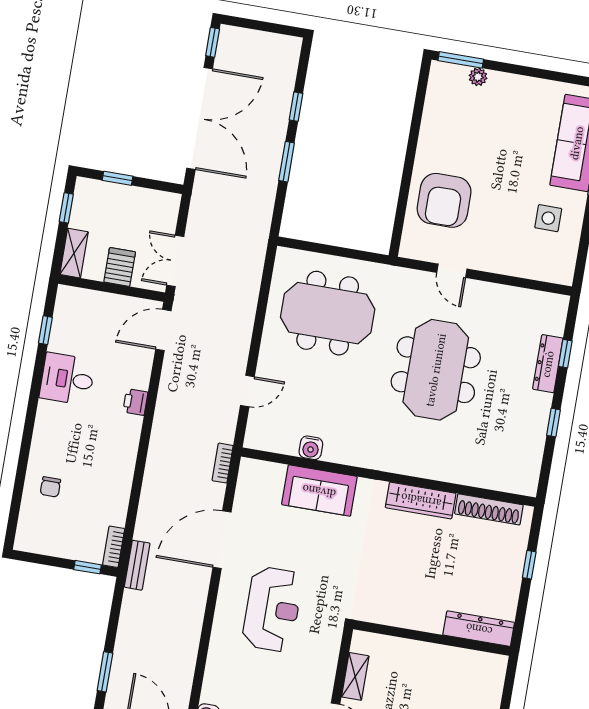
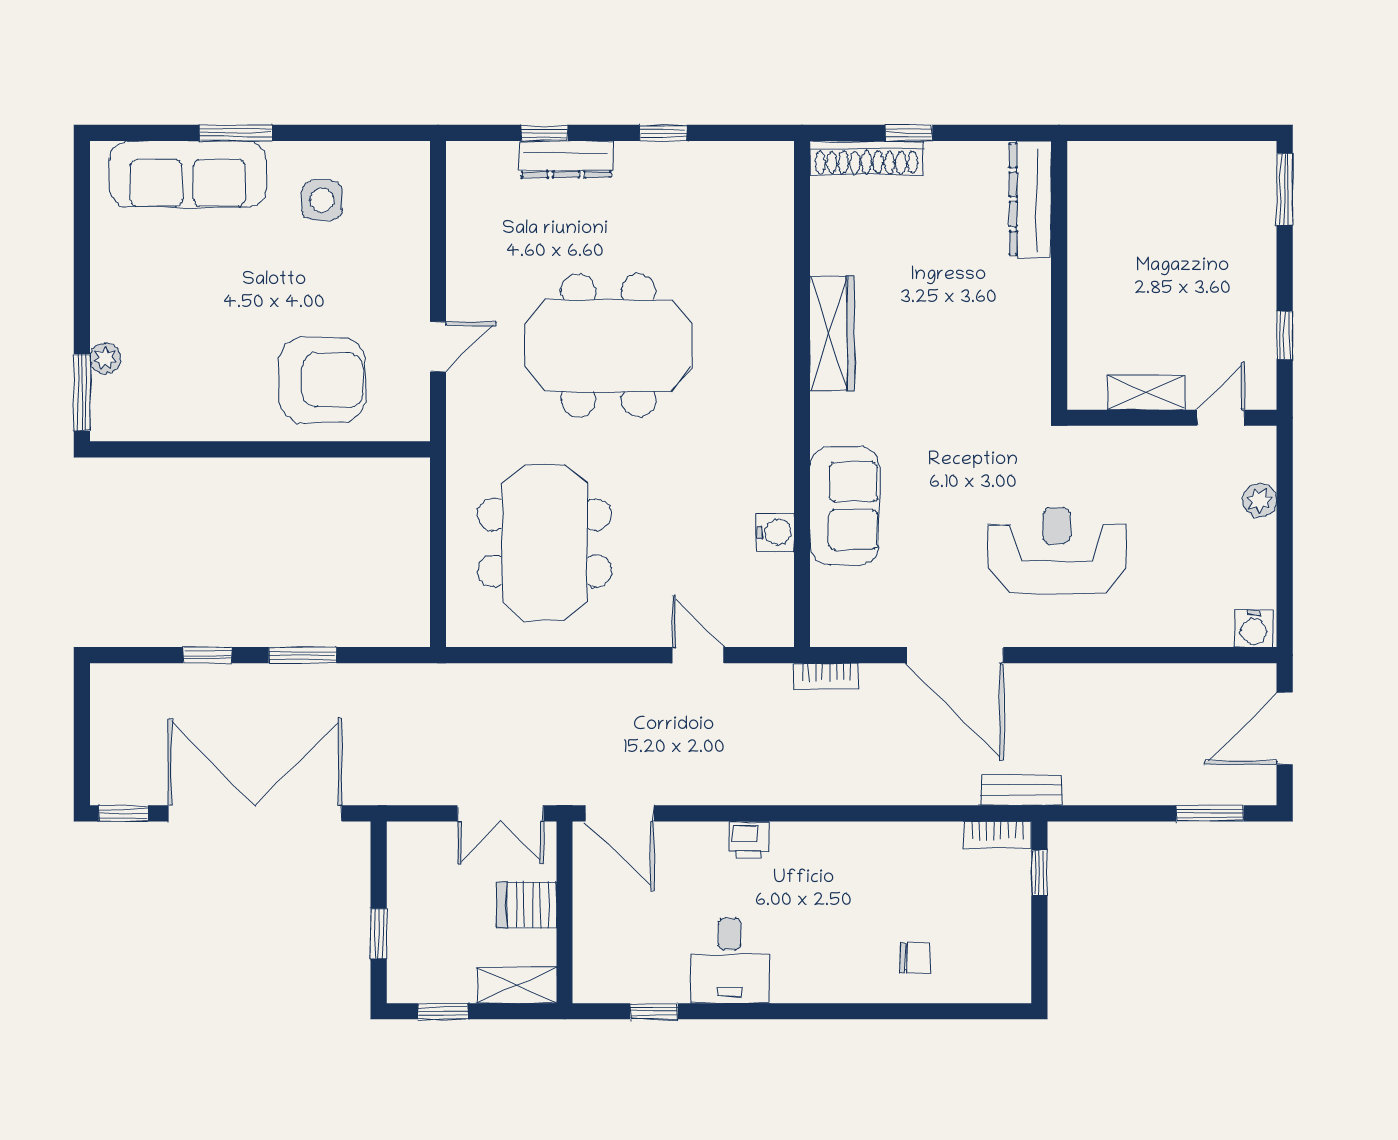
shoe rack: (489, 509) -> (866, 158), moved, turned 90

